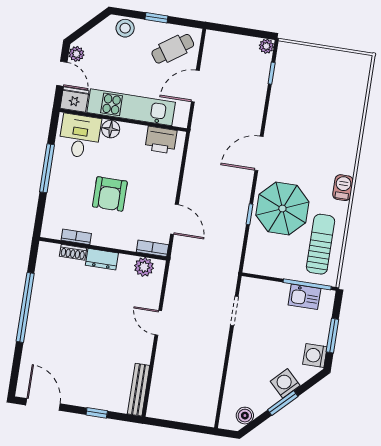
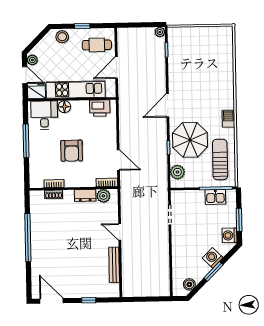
cafe table: (173, 49) -> (97, 45), turned 35
plant: (256, 251) -> (177, 172), added
dresser: (102, 259) -> (85, 195), moved
bench: (139, 390) -> (114, 265), moved

